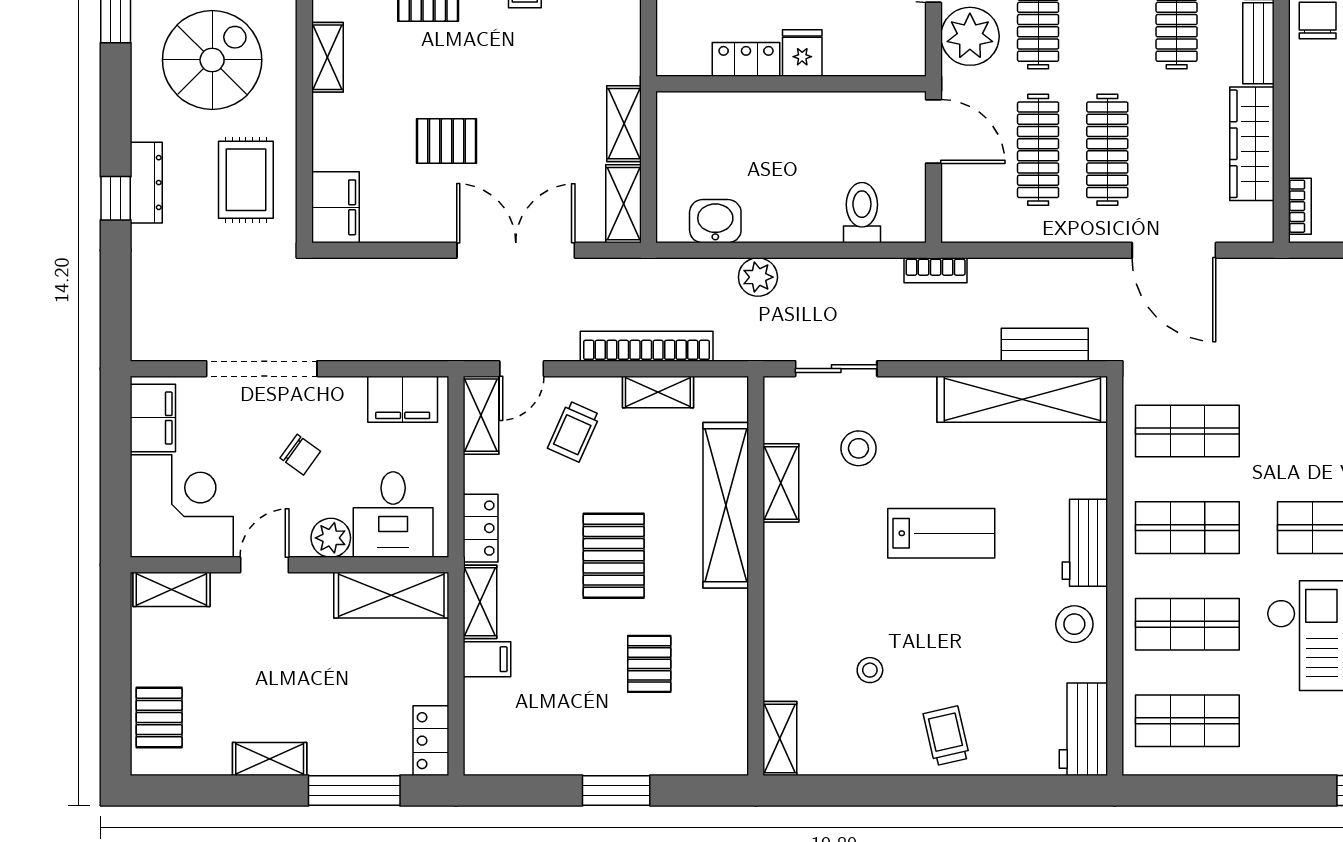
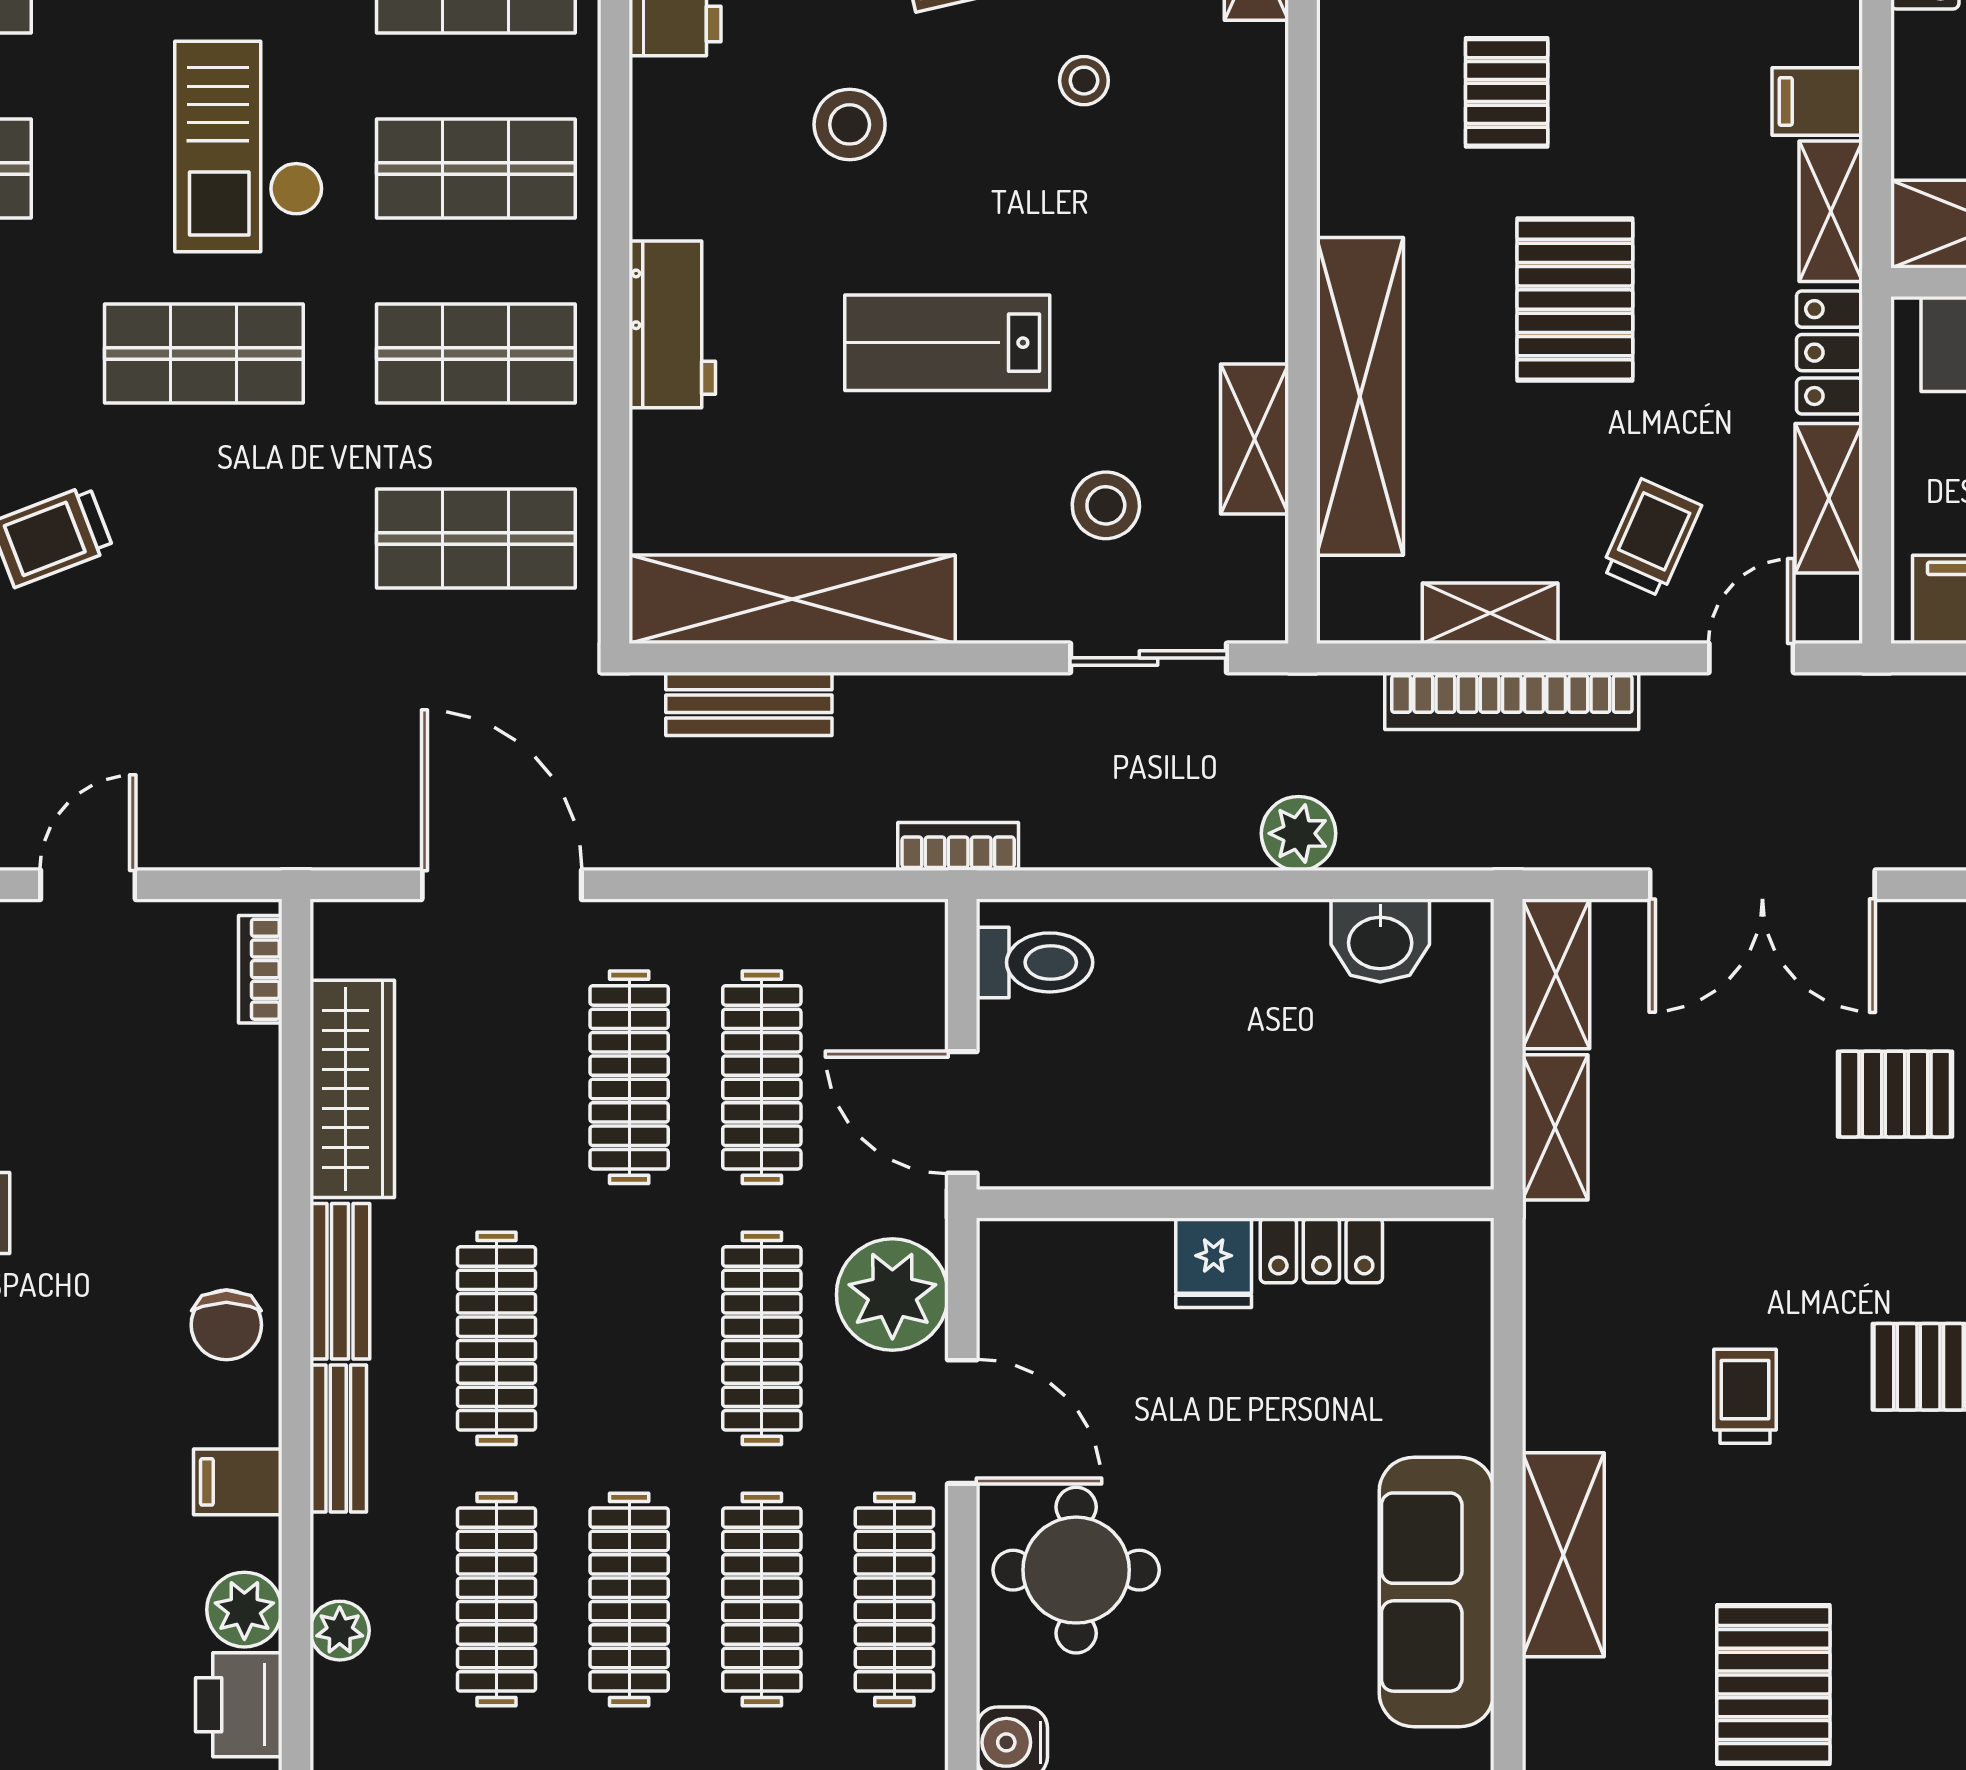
toilet: (862, 213) -> (1035, 962), moved, turned -90
shelving: (481, 415) -> (1829, 498), moved
stool: (1074, 624) -> (850, 124), moved

